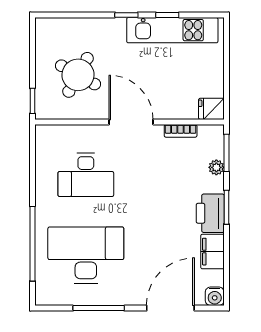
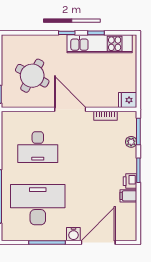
printer: (210, 213) -> (130, 181), width x0.53, depth x0.68
filing cabinet: (213, 252) -> (128, 196), width x0.50
water cooler: (215, 296) -> (73, 234), moved

